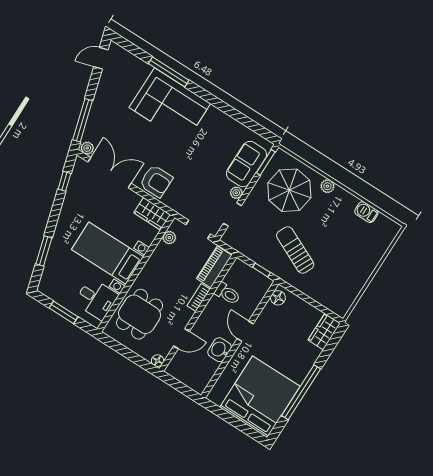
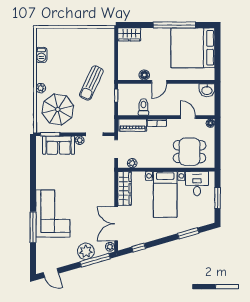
plant: (100, 116) -> (86, 251), added
armchair: (156, 181) -> (103, 193), removed
wardrobe: (152, 214) -> (125, 188), width x1.50
floor lamp: (278, 298) -> (144, 75), moved
washbasin: (219, 350) -> (207, 90), moved

